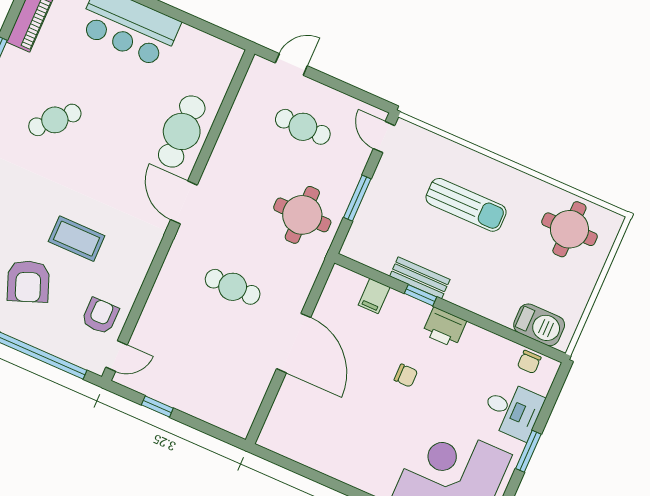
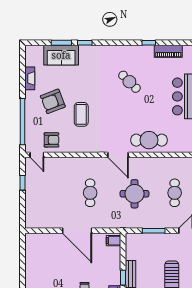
door: (184, 202) -> (118, 155), swing flipped
round table: (302, 215) -> (134, 194), moved
filing cabinet: (374, 296) -> (114, 241), moved
door: (294, 343) -> (77, 231), hinge flipped

